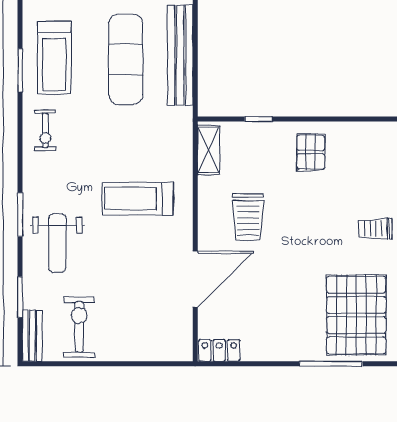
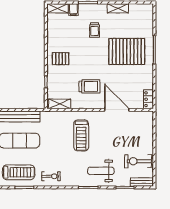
weight bench: (57, 243) -> (101, 171), turned 180
pallet: (356, 315) -> (127, 51), moved

